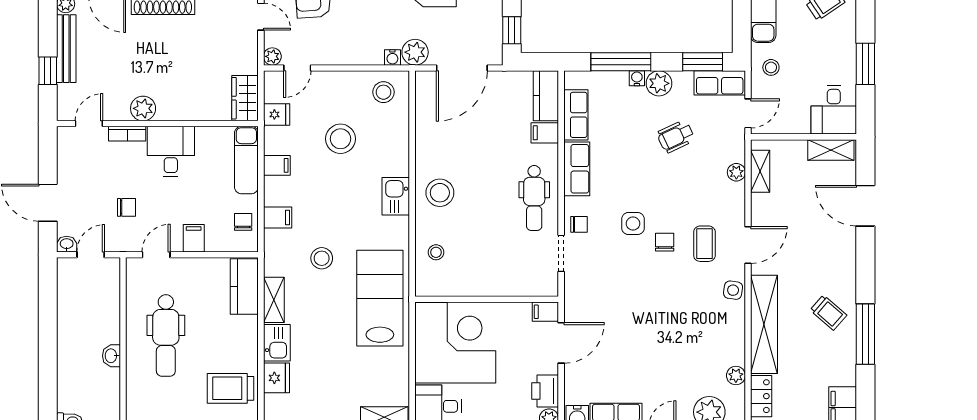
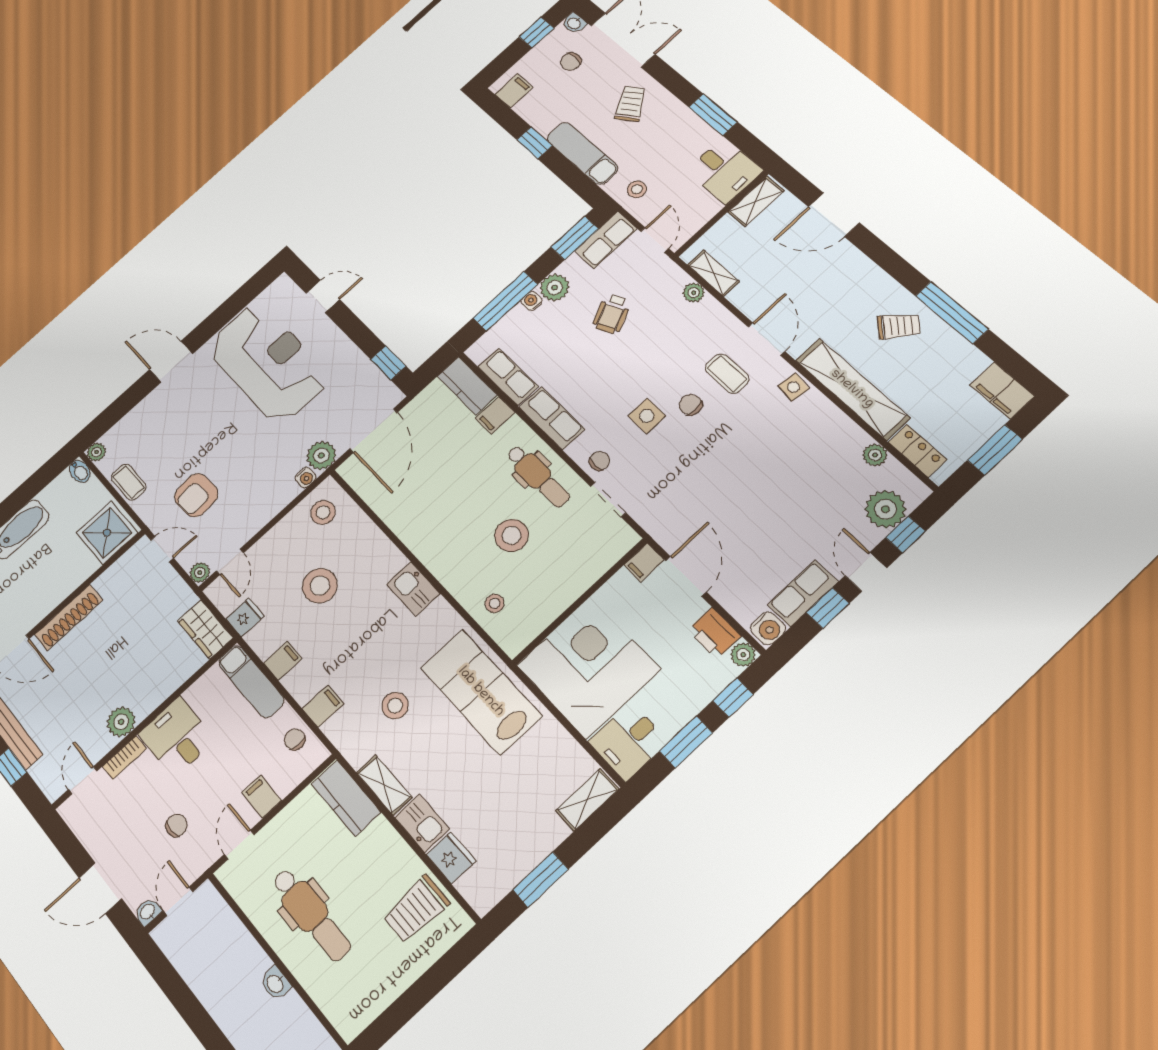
stool: (440, 193) -> (512, 535), moved

